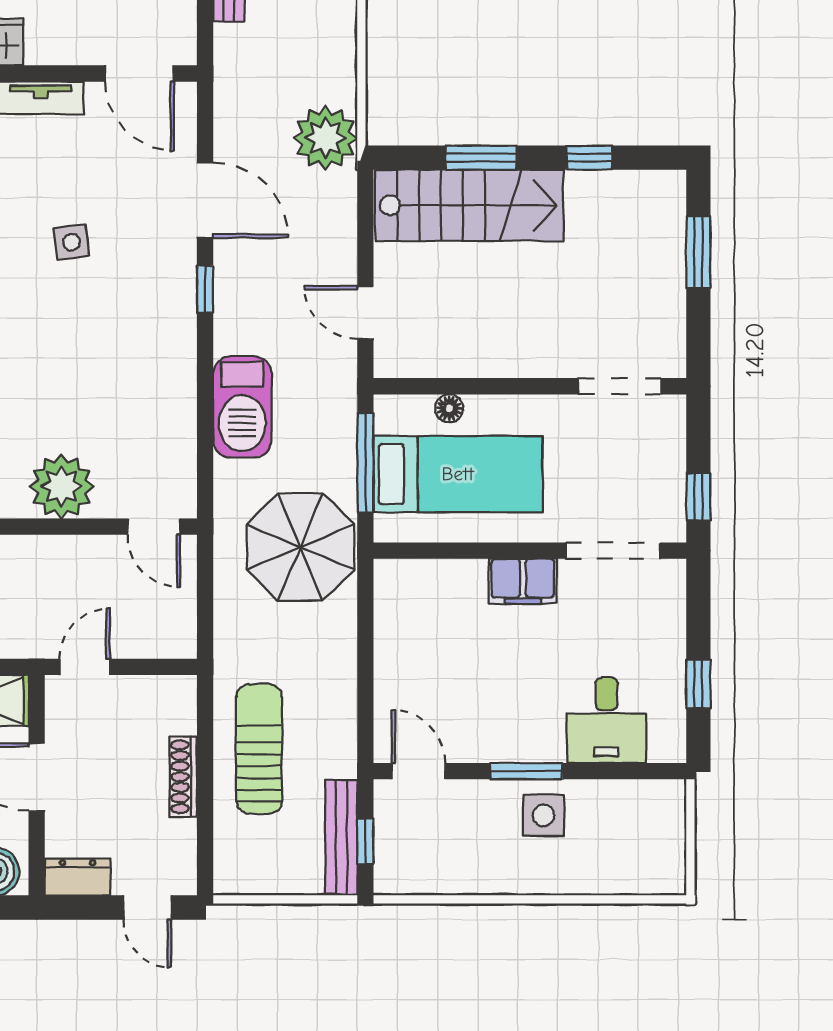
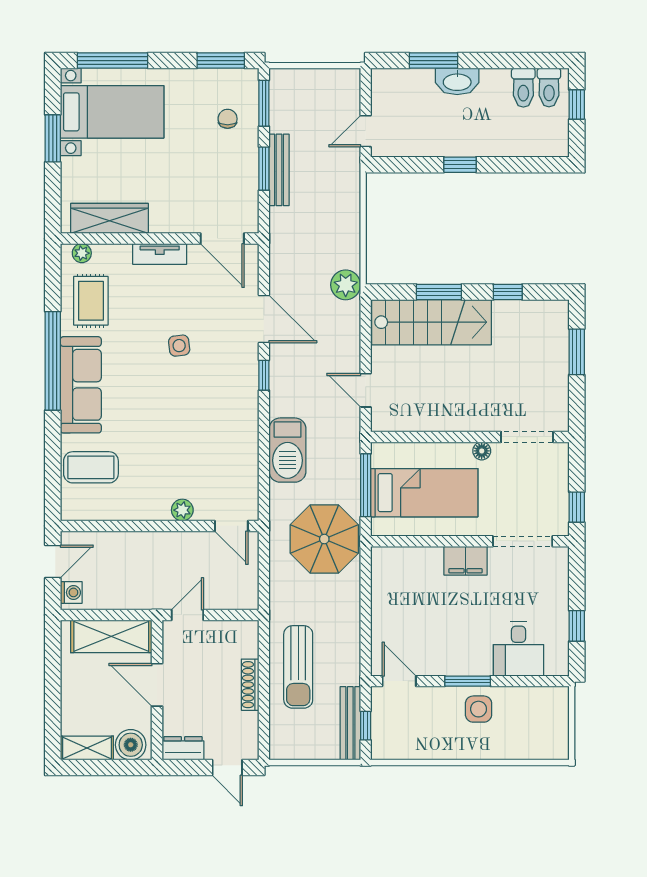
plant: (325, 138) -> (346, 285), width x0.73, depth x0.73
floor lamp: (449, 408) -> (482, 451), moved
plant: (61, 486) -> (182, 510), width x0.53, depth x0.53
sun lounger: (259, 749) -> (298, 667), turned 180

